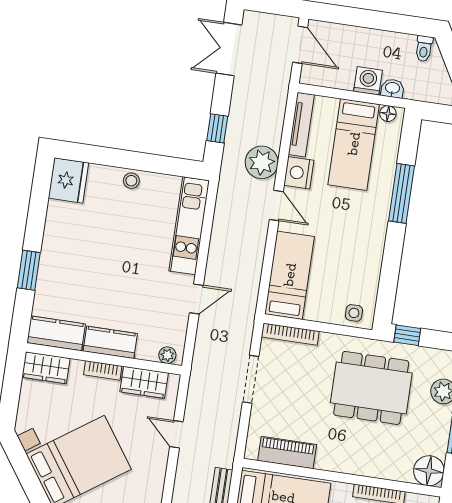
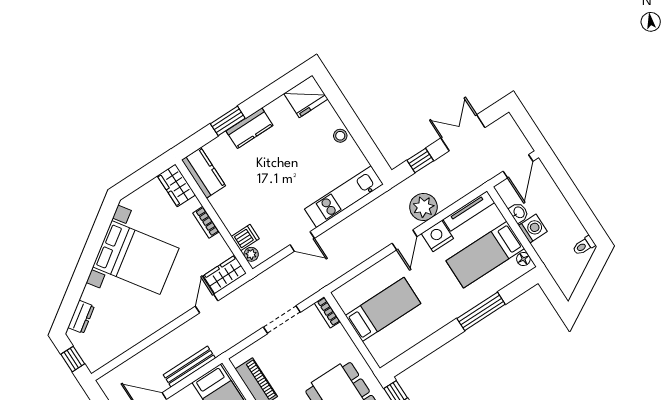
double door: (229, 49) -> (463, 133), moved
washbasin: (392, 88) -> (519, 213), moved
bed: (290, 275) -> (383, 309), moved
side table: (354, 313) -> (380, 348), removed
bookcase: (290, 334) -> (327, 312), width x0.64
kitchen counter: (110, 342) -> (250, 128), moved, turned 90
dishwasher: (148, 347) -> (245, 238), added
wardrobe: (144, 382) -> (225, 274), moved, turned 90

